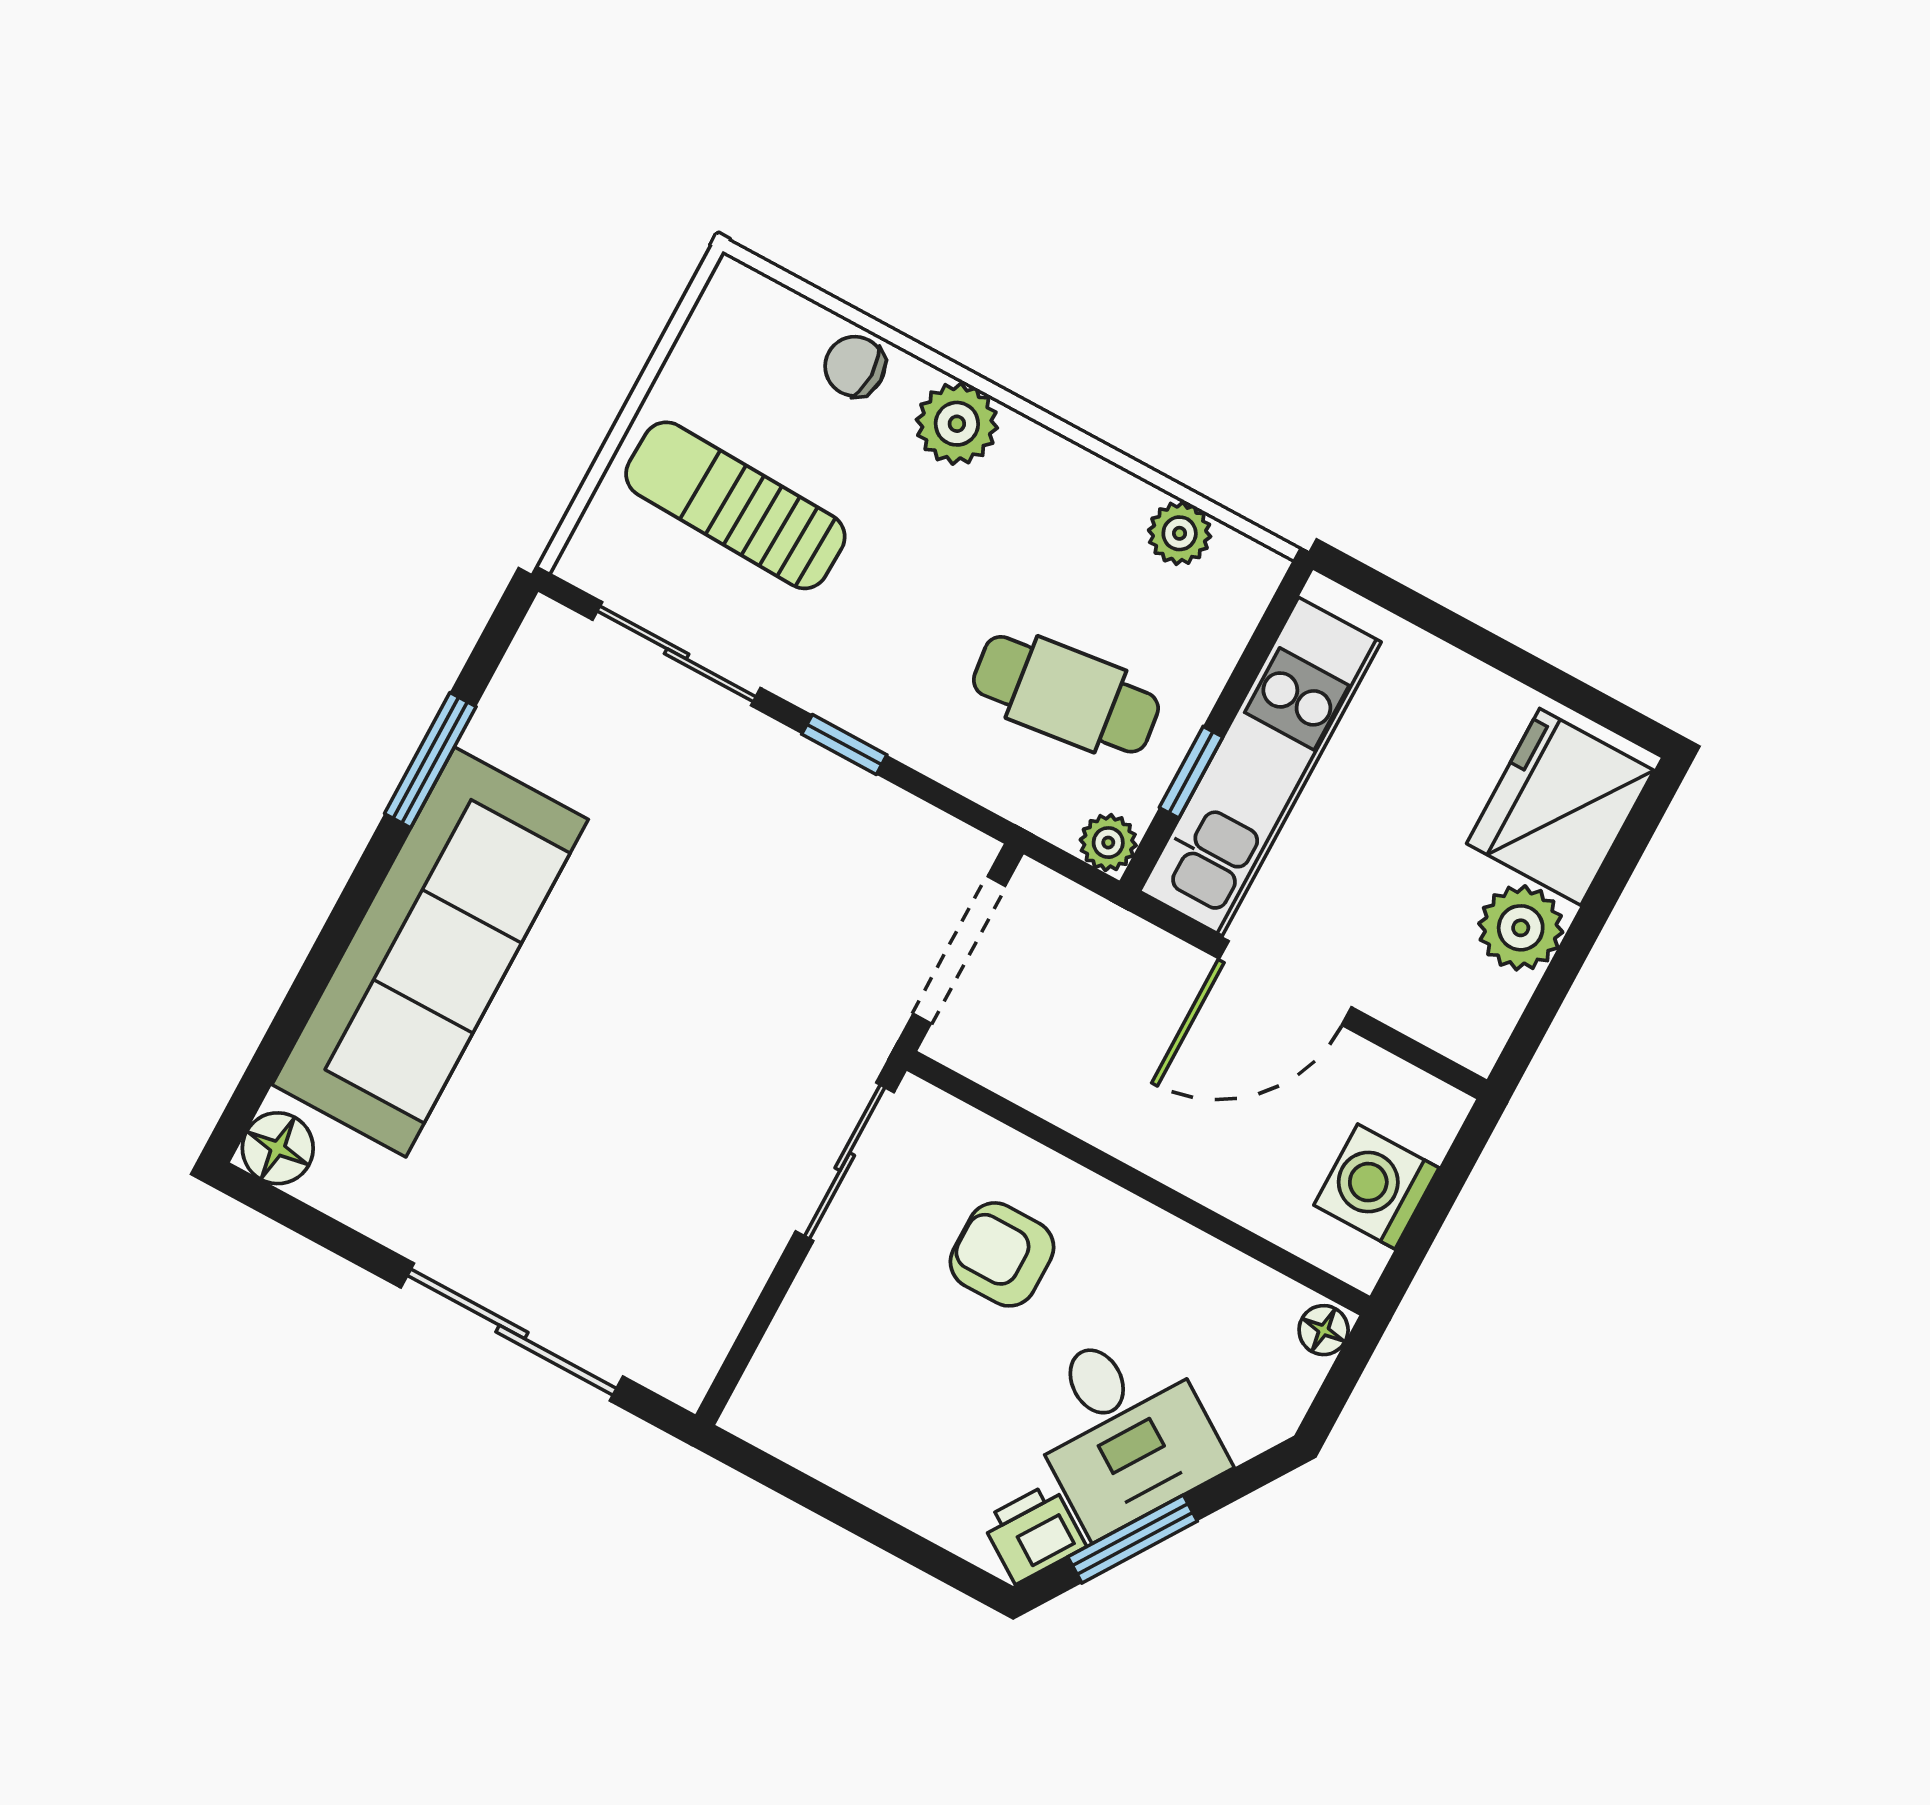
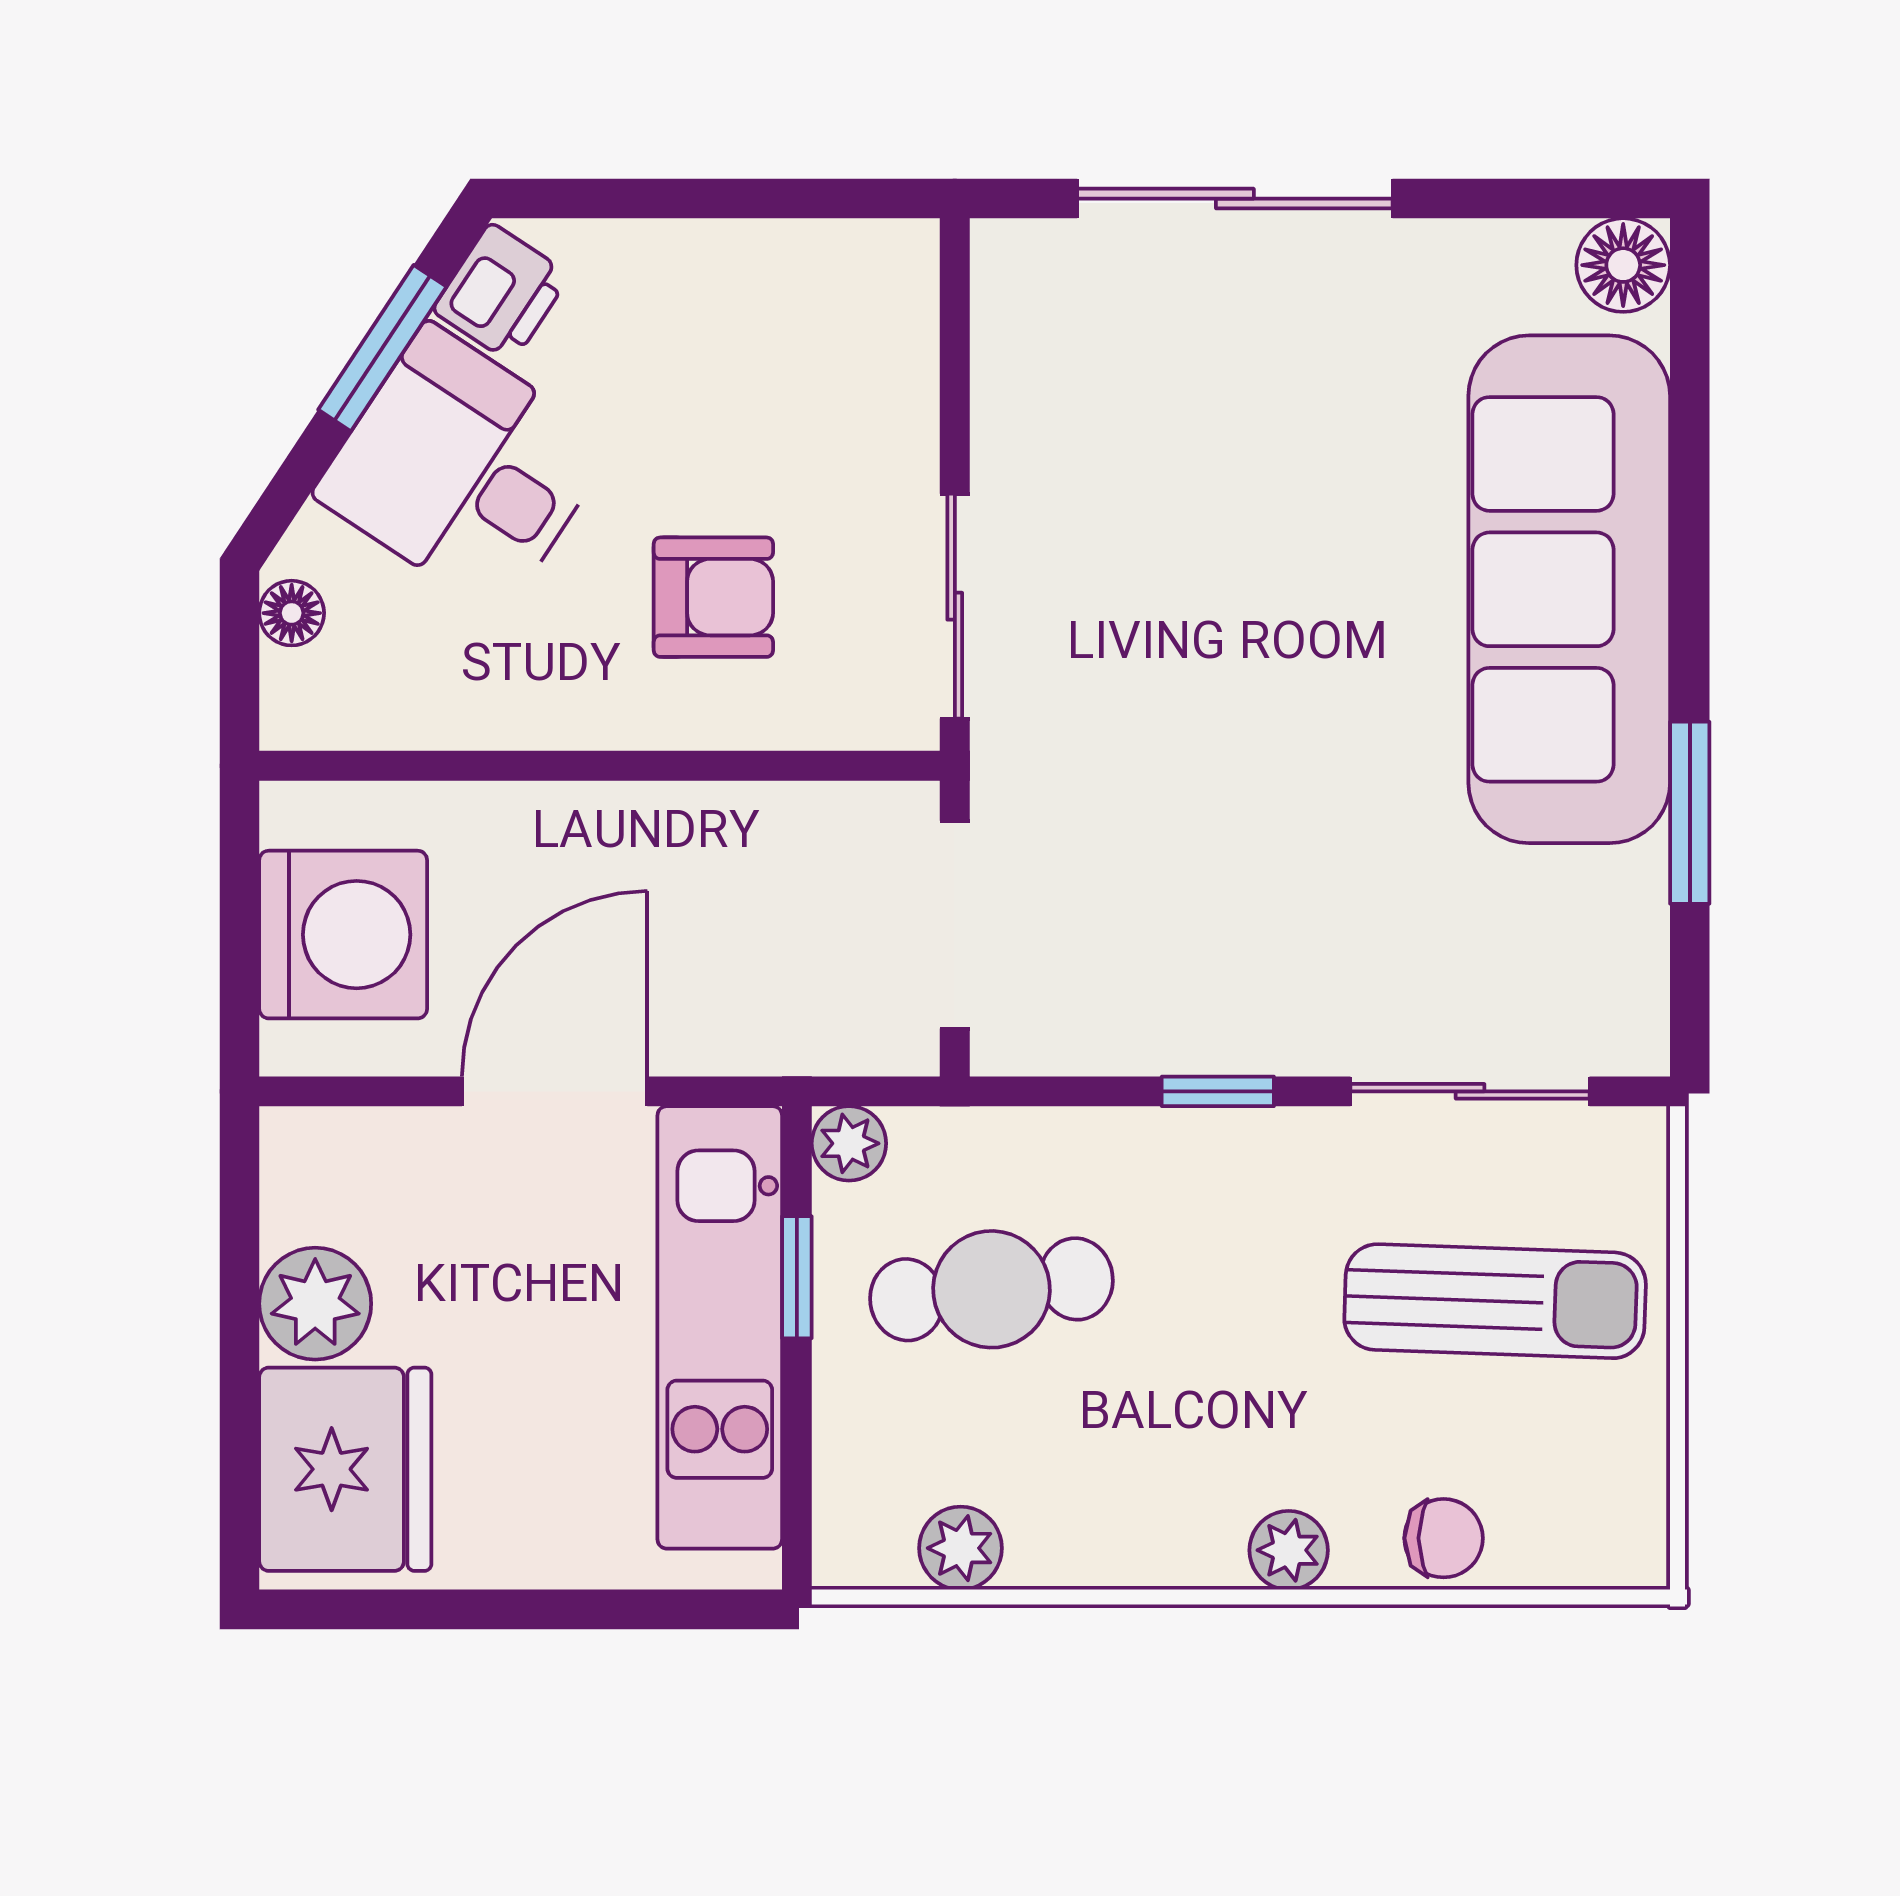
plant: (957, 424) -> (1289, 1550), width x0.73, depth x0.73
washing machine: (1376, 1186) -> (343, 935), width x1.37, depth x1.37
floor lamp: (1324, 1330) -> (292, 613), moved

